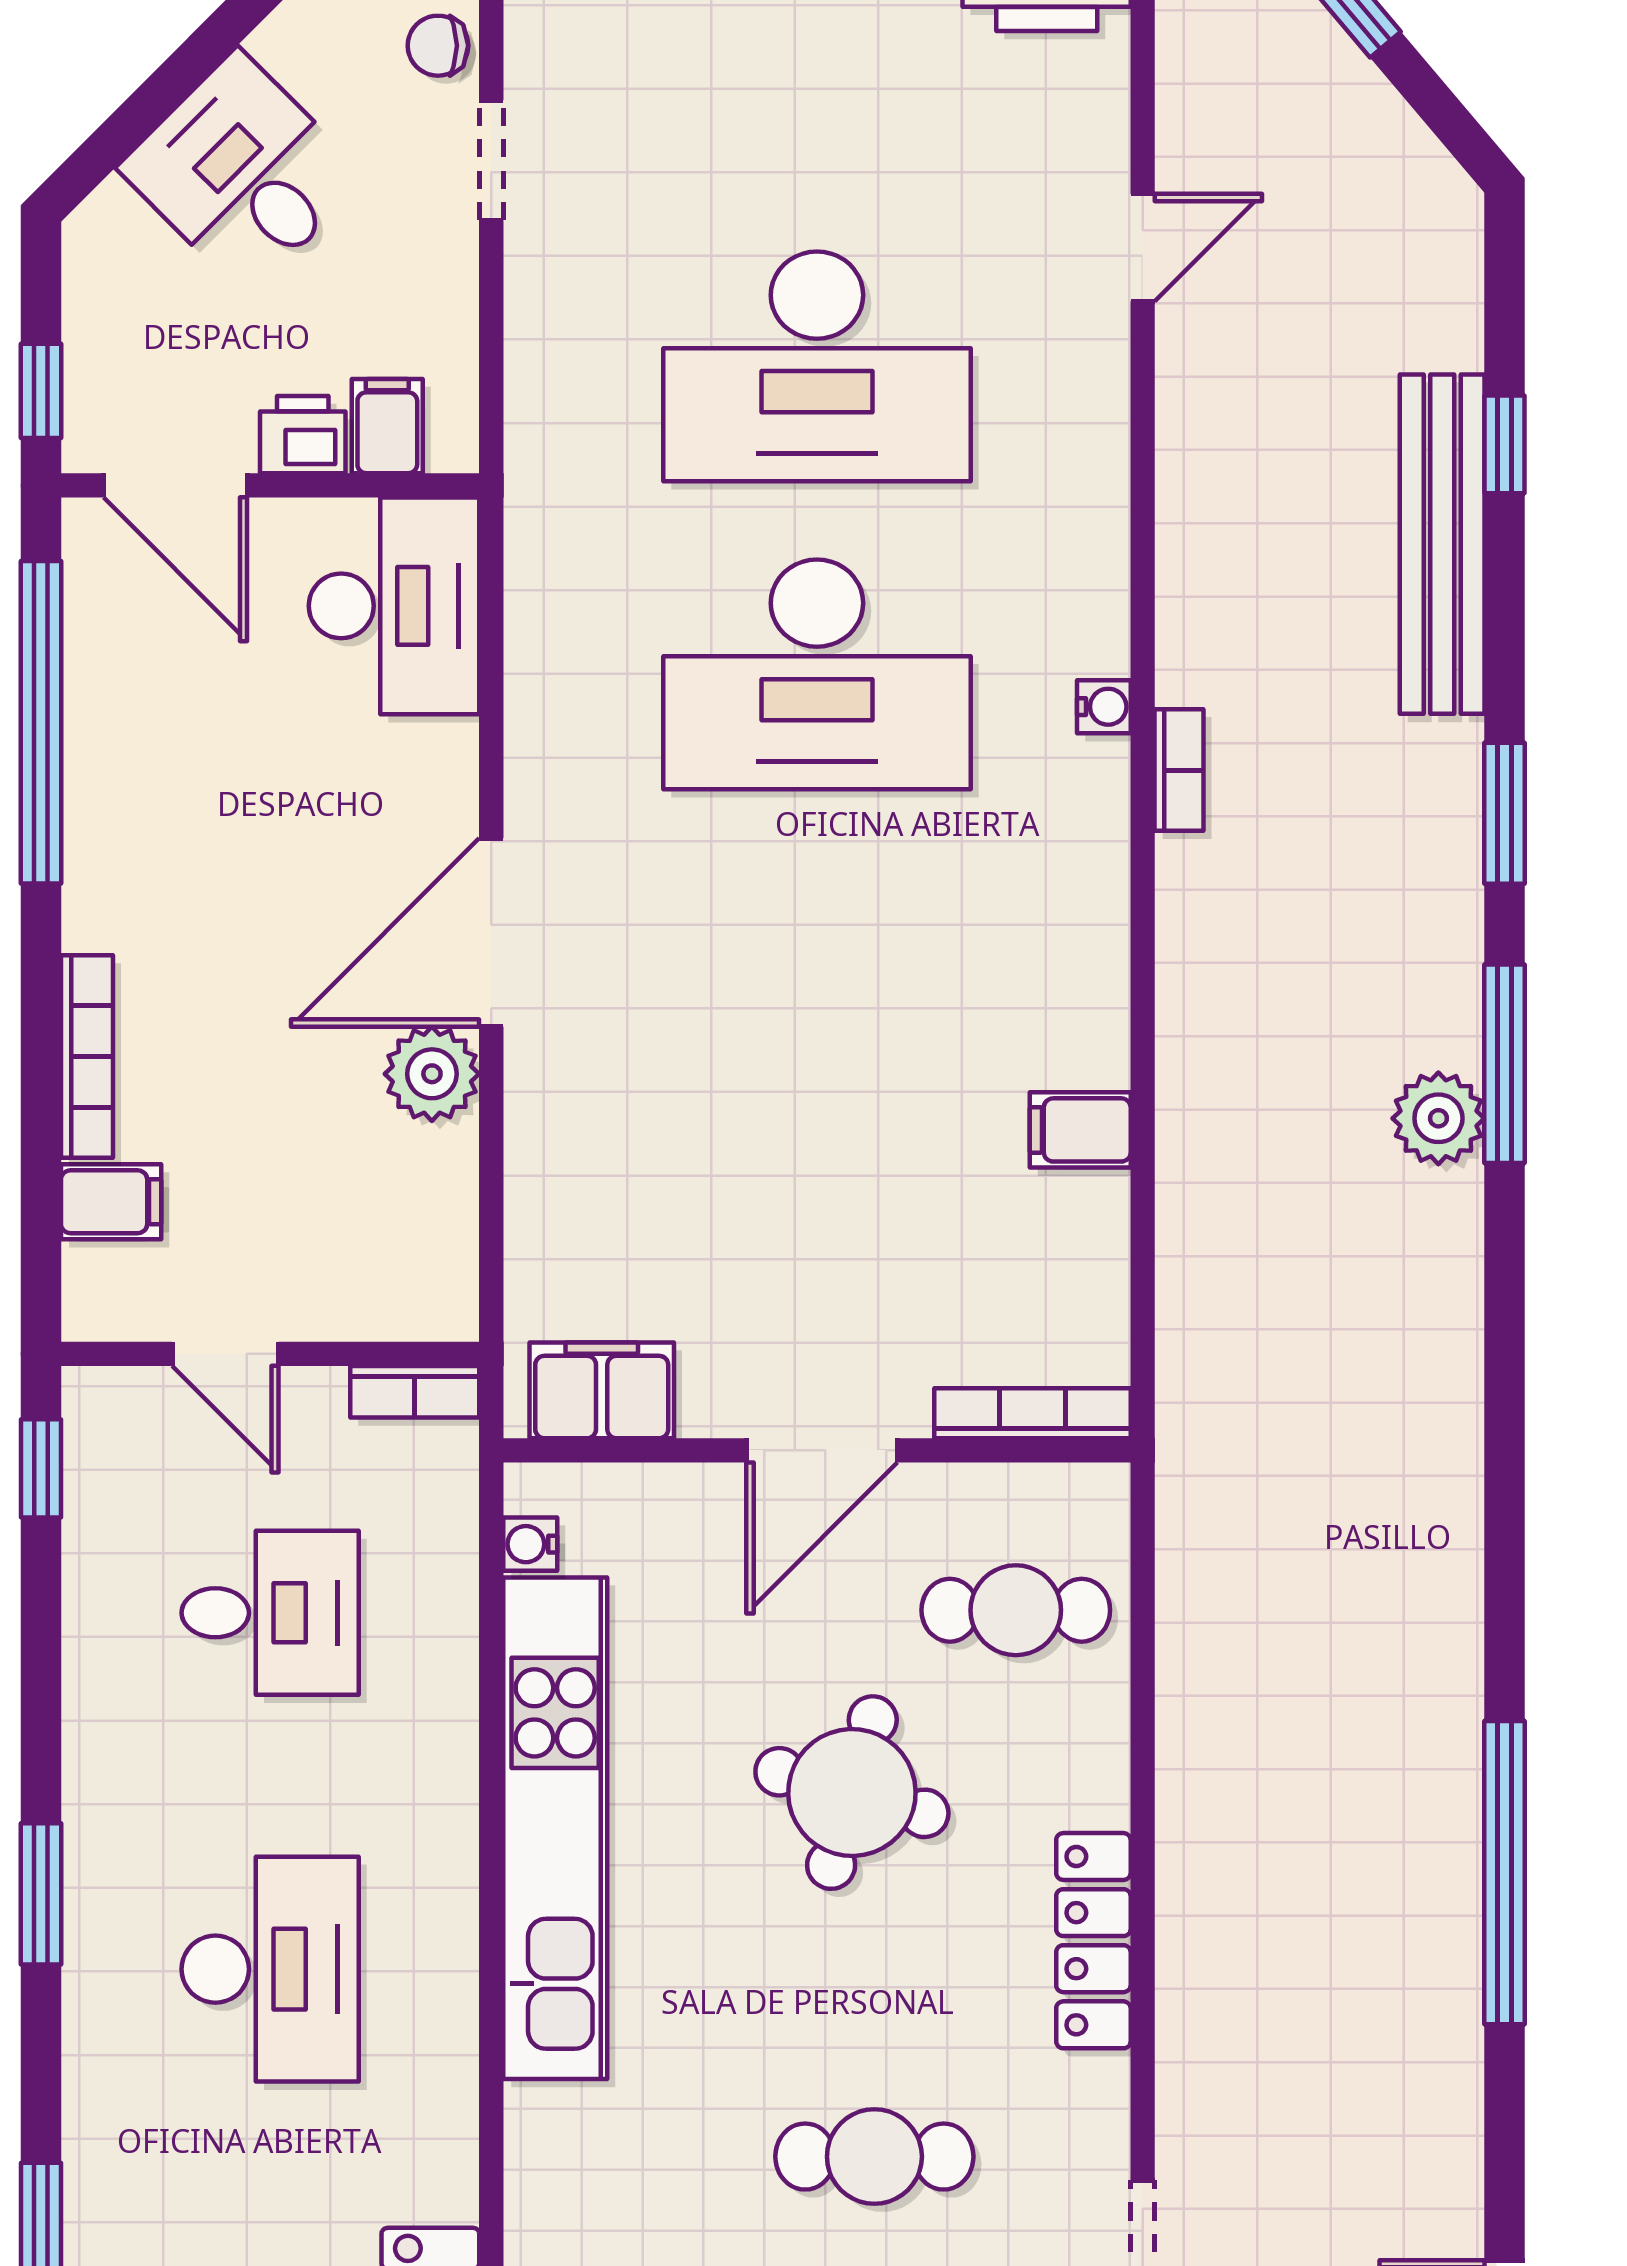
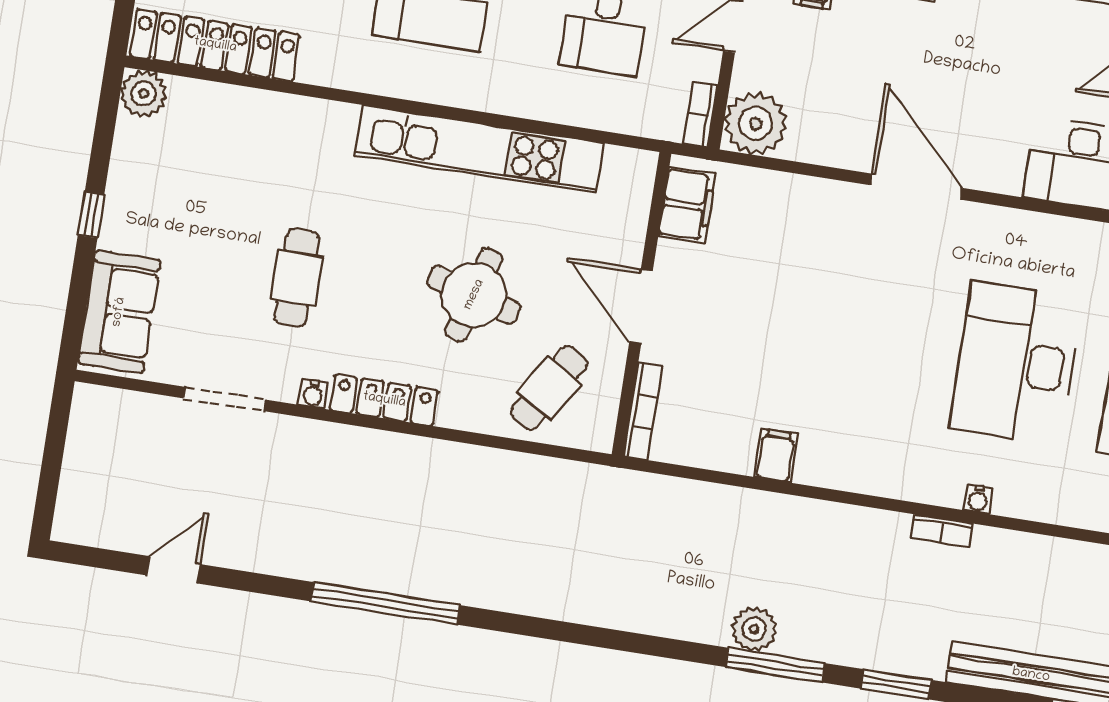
plant: (432, 1074) -> (756, 123), moved, width x1.36, depth x1.36
water cooler: (530, 1544) -> (313, 394), moved, turned 180
cafe table: (1016, 1610) -> (549, 388), turned 31

